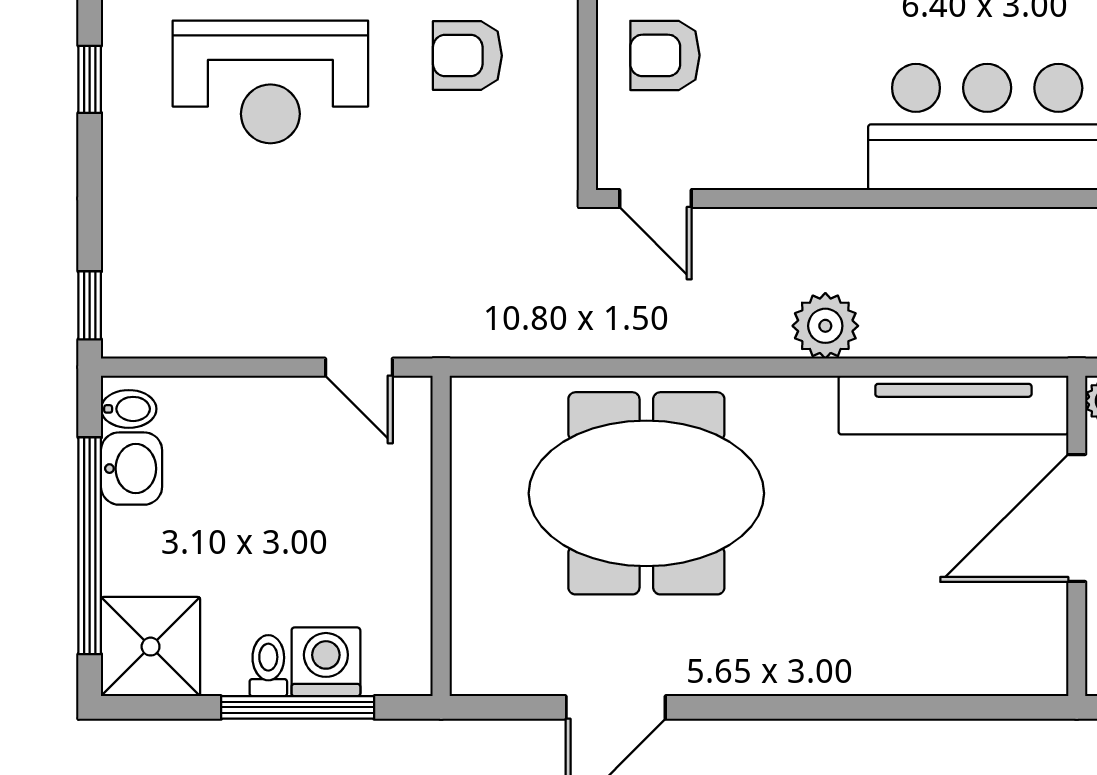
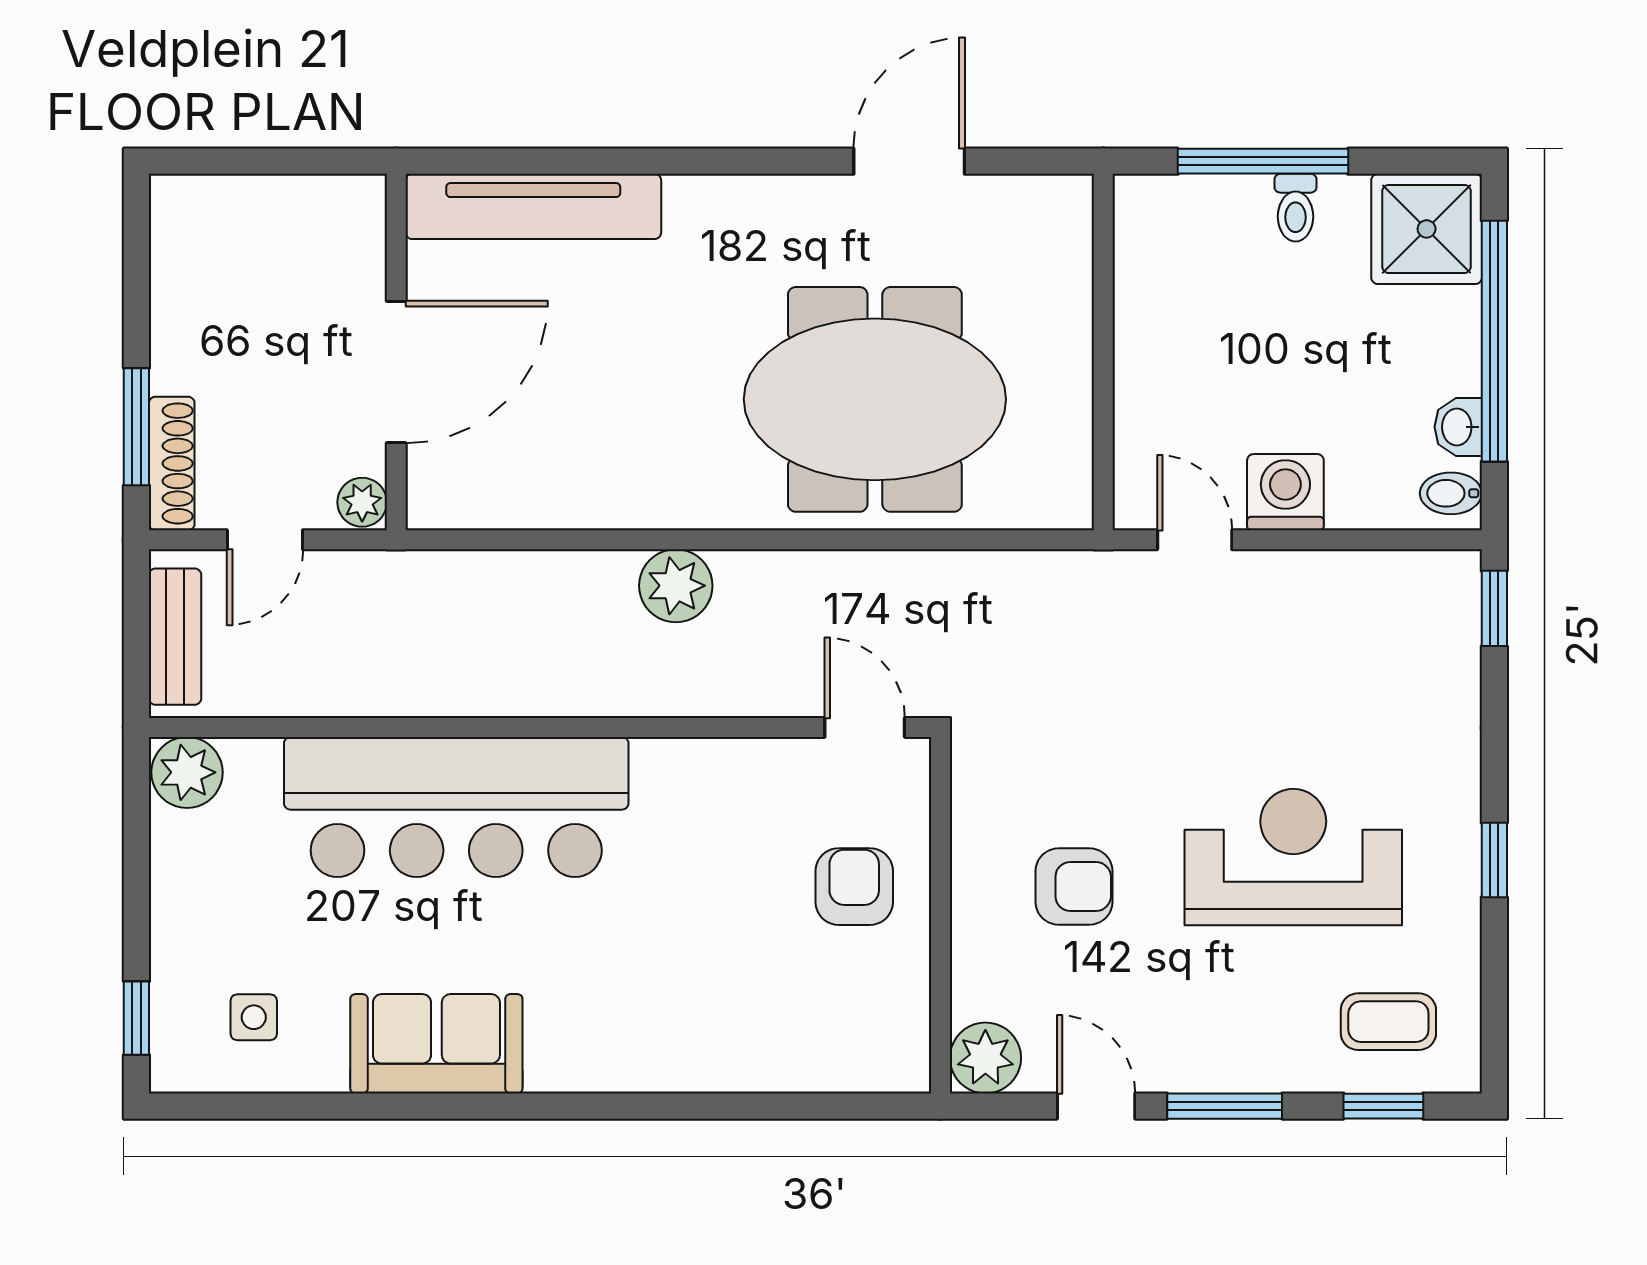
armchair: (665, 55) -> (854, 887), turned -90
tv unit: (953, 405) -> (533, 206), moved, turned 180
washbasin: (132, 469) -> (1458, 427), width x0.72, depth x0.69
washing machine: (326, 662) -> (1285, 492), moved, turned 180

